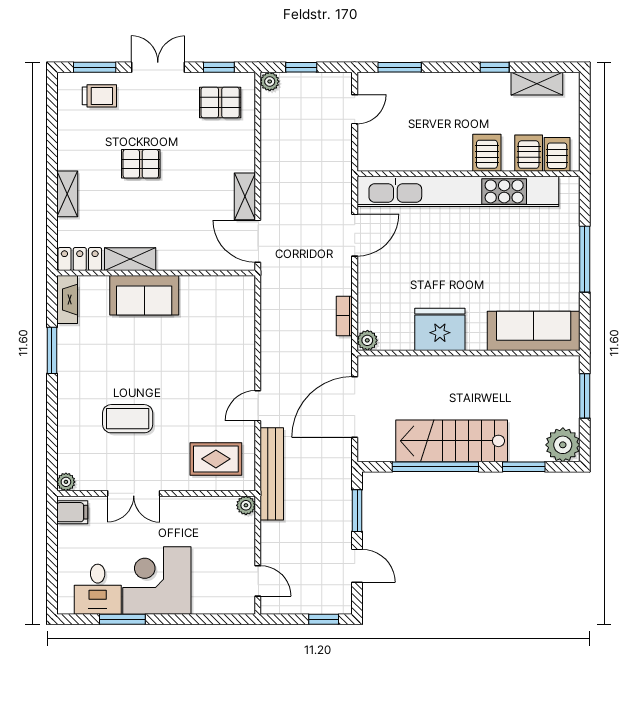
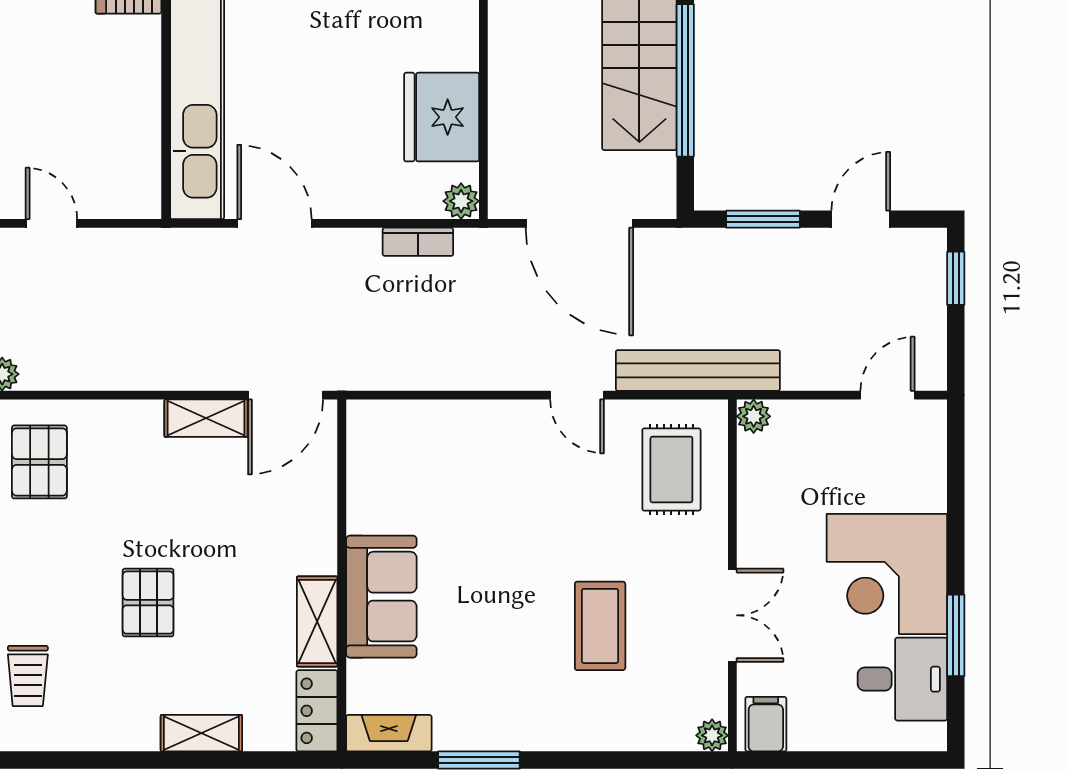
trolley: (99, 96) -> (28, 676), turned 180
fridge: (440, 329) -> (442, 117), moved

